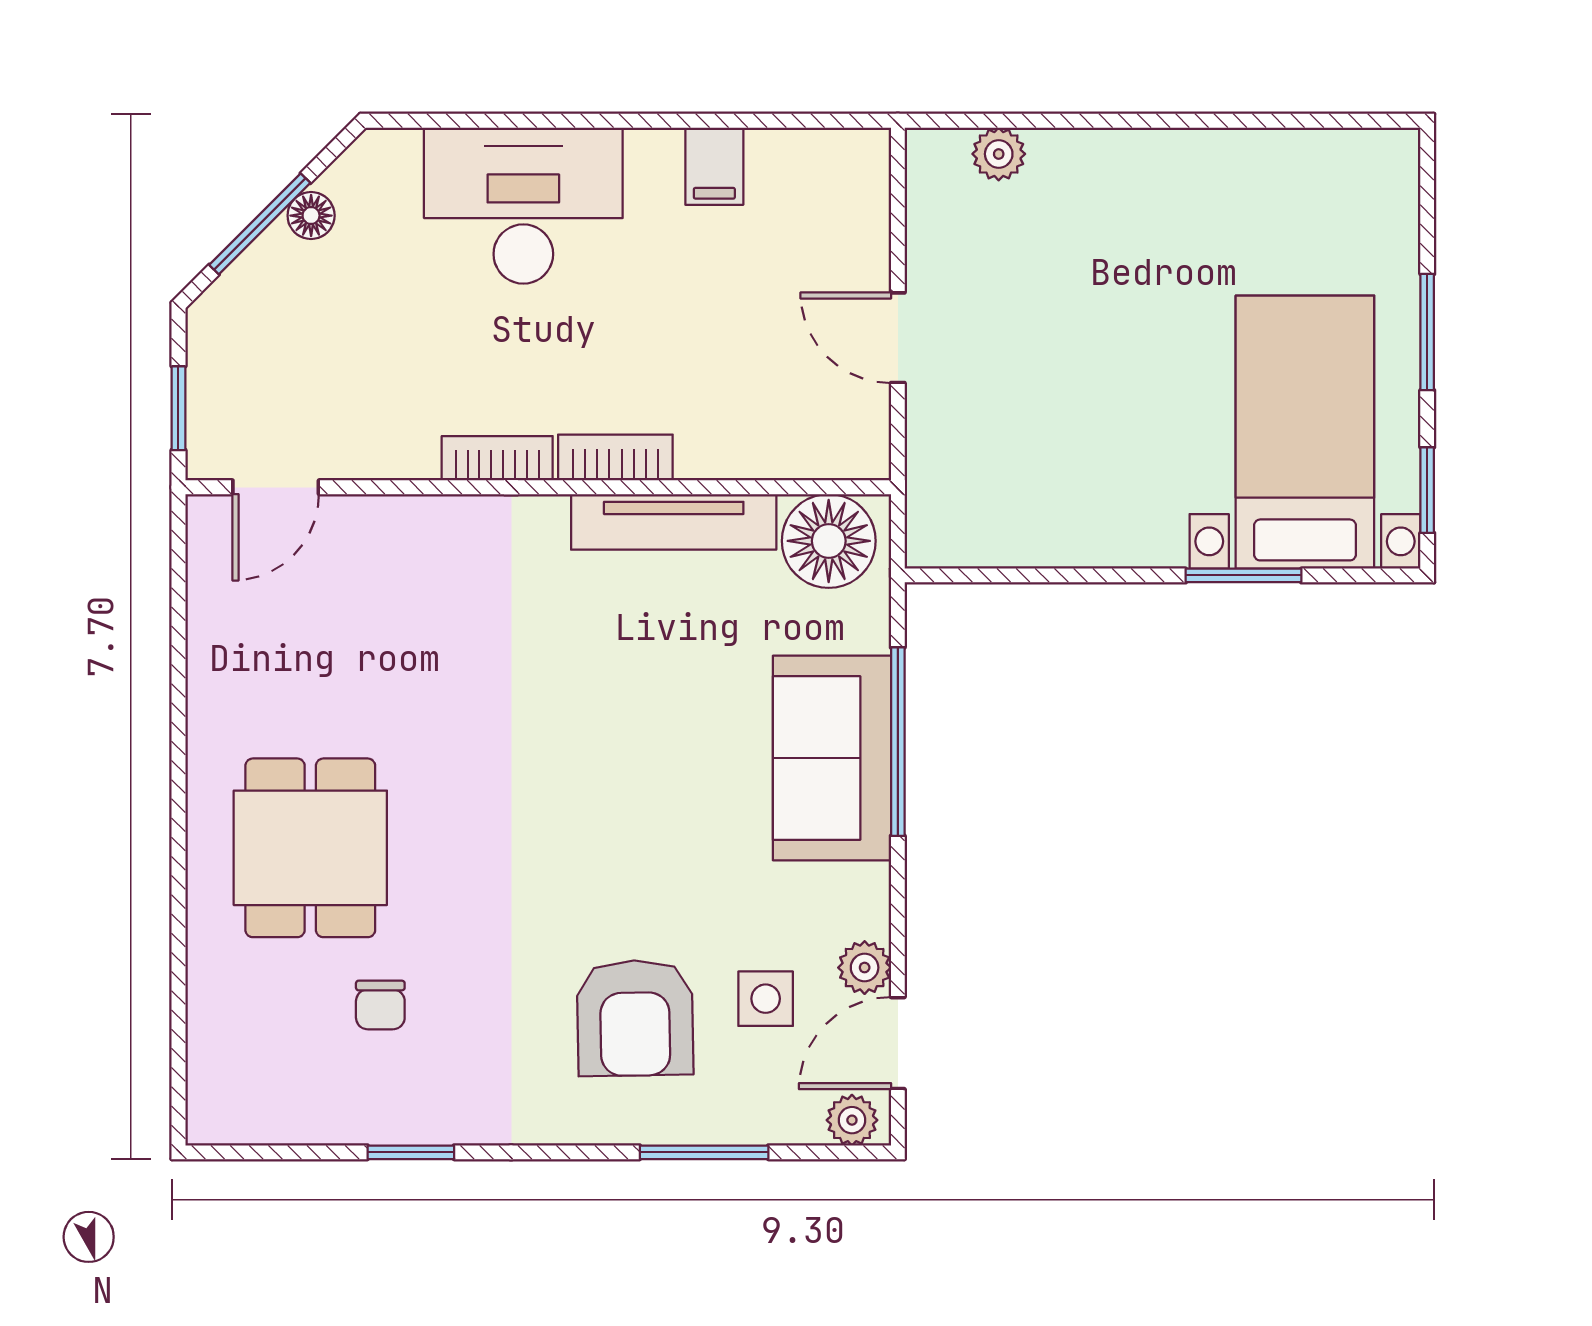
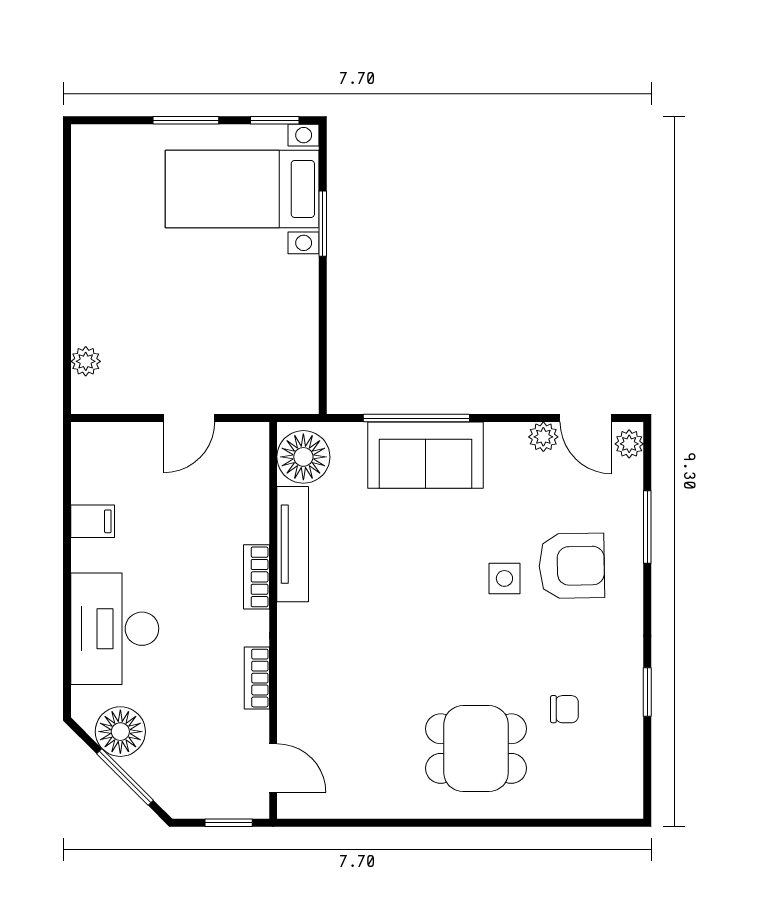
floor lamp: (311, 216) -> (120, 732), width x1.89, depth x1.89
bookcase: (497, 458) -> (257, 678), moved
side table: (766, 999) -> (504, 578), moved

